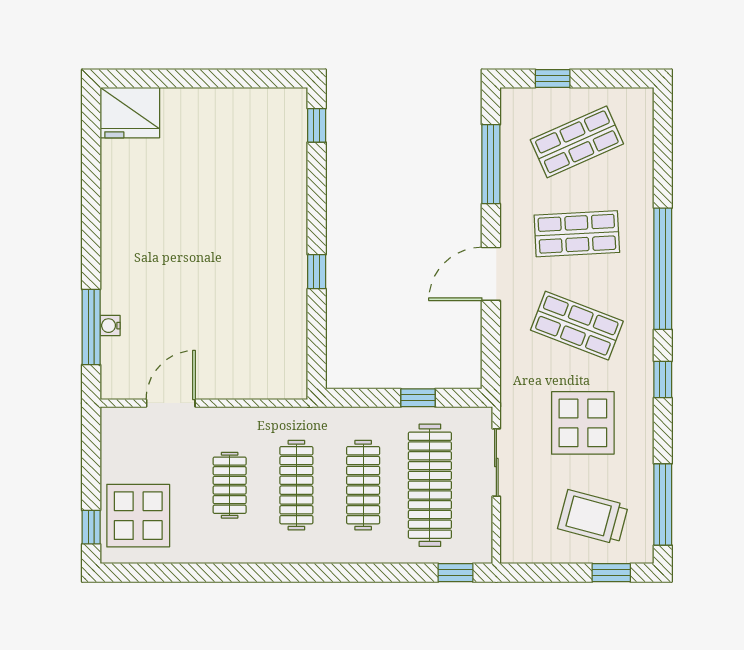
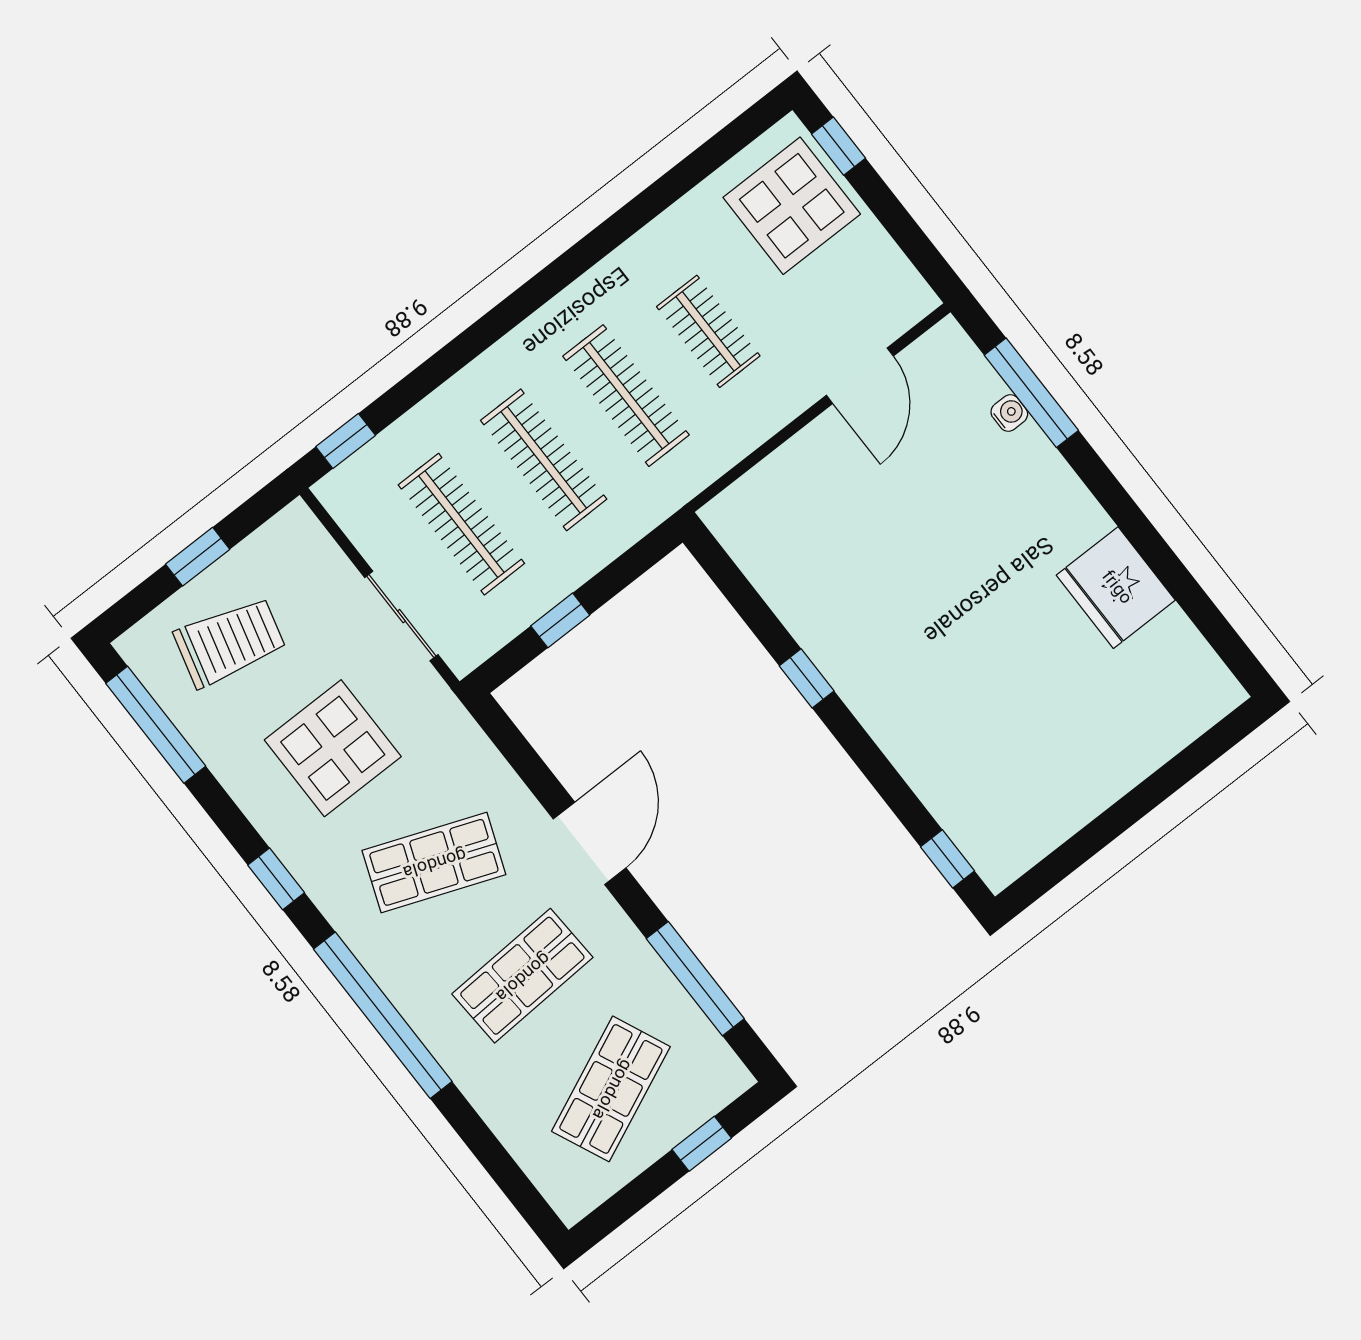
fridge: (130, 113) -> (1116, 588), moved, turned -90
clothes rail: (430, 485) -> (461, 524), width x0.73, depth x0.76
window: (611, 573) -> (198, 557), moved

